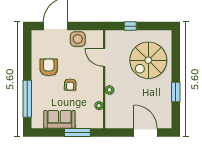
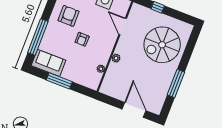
window: (176, 92) -> (176, 84), width x1.44
sofa: (59, 119) -> (48, 63), moved
window: (77, 132) -> (59, 81), moved

